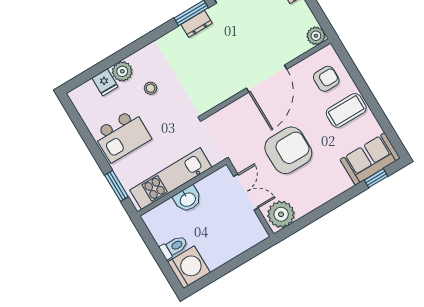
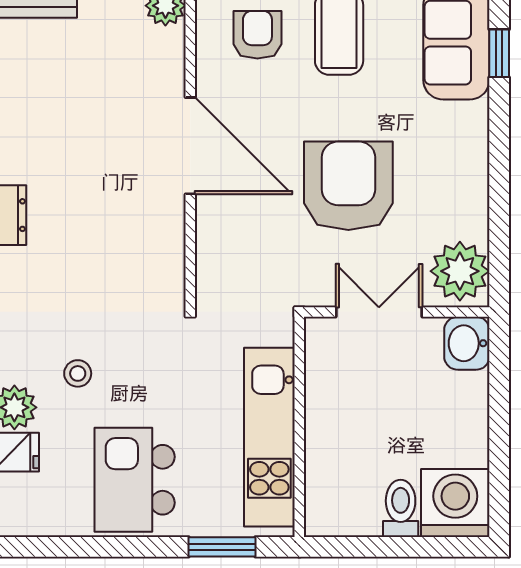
kitchen island: (122, 136) -> (135, 480), turned 180
washbasin: (188, 199) -> (467, 343), moved, turned 180

